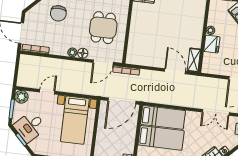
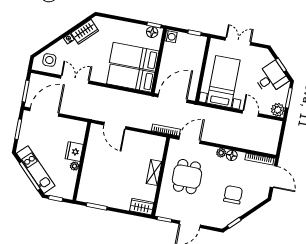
floor lamp: (83, 53) -> (232, 155), moved
shelving: (194, 60) -> (154, 173), moved
door: (47, 92) -> (250, 113), swing flipped

